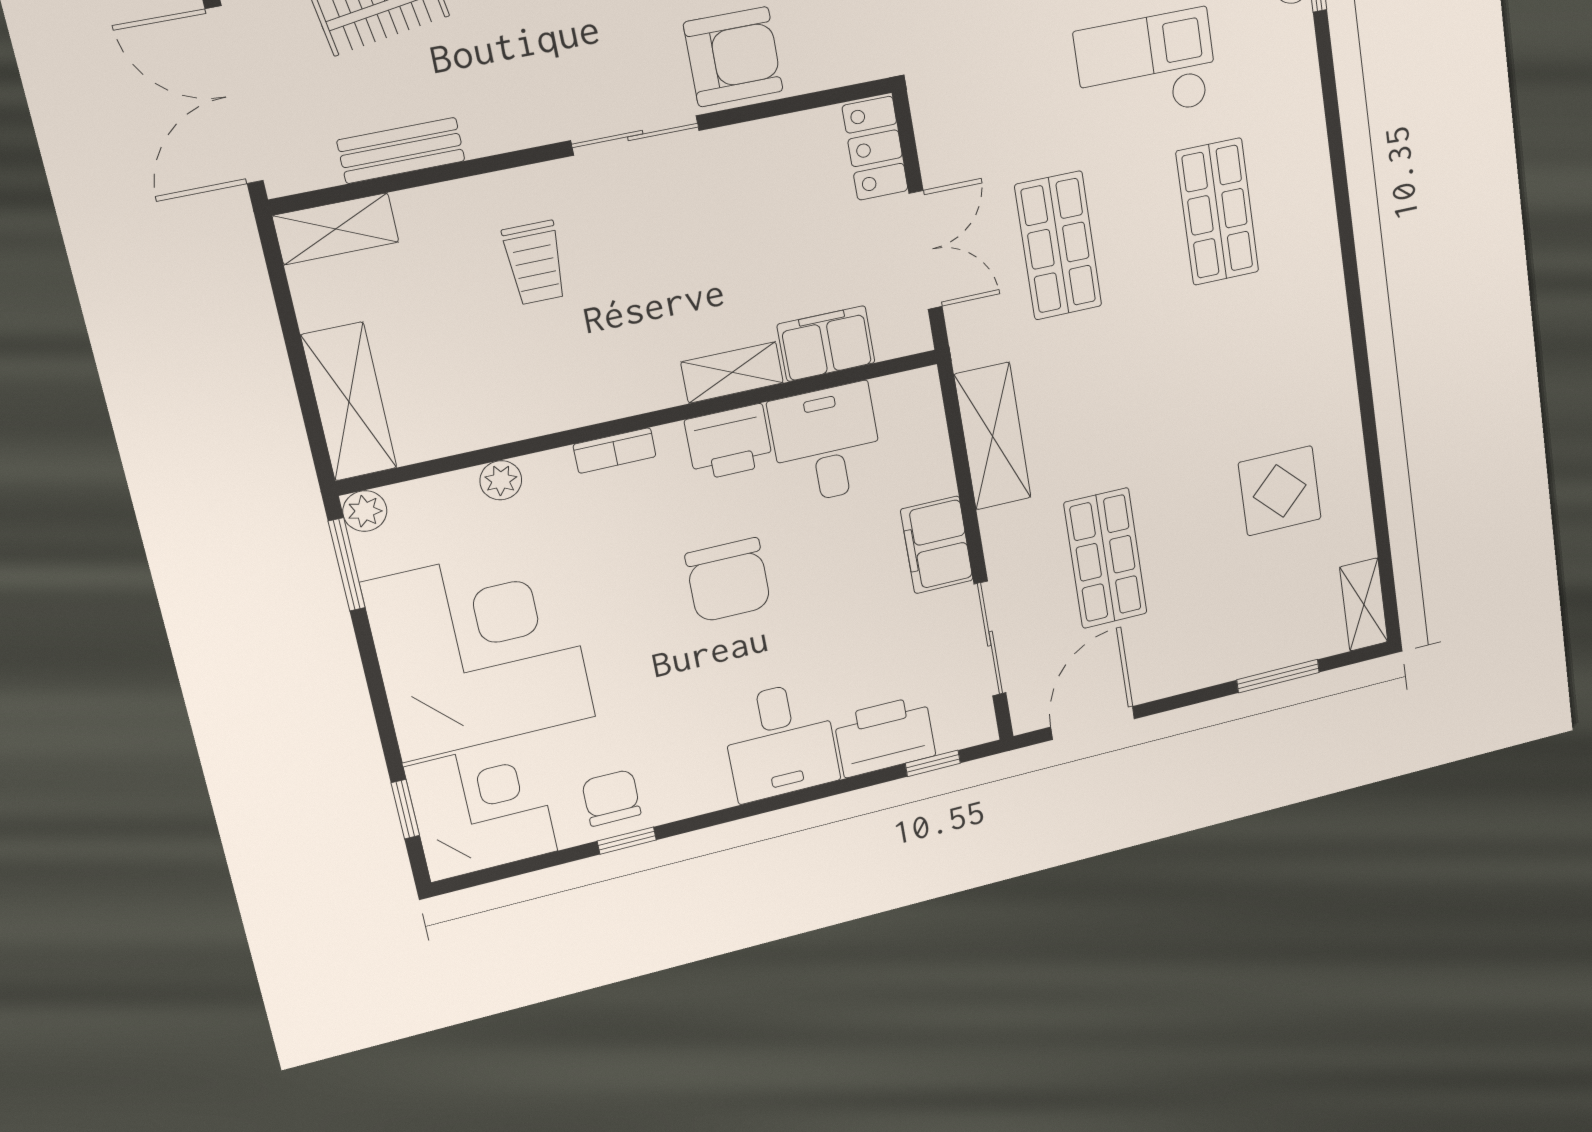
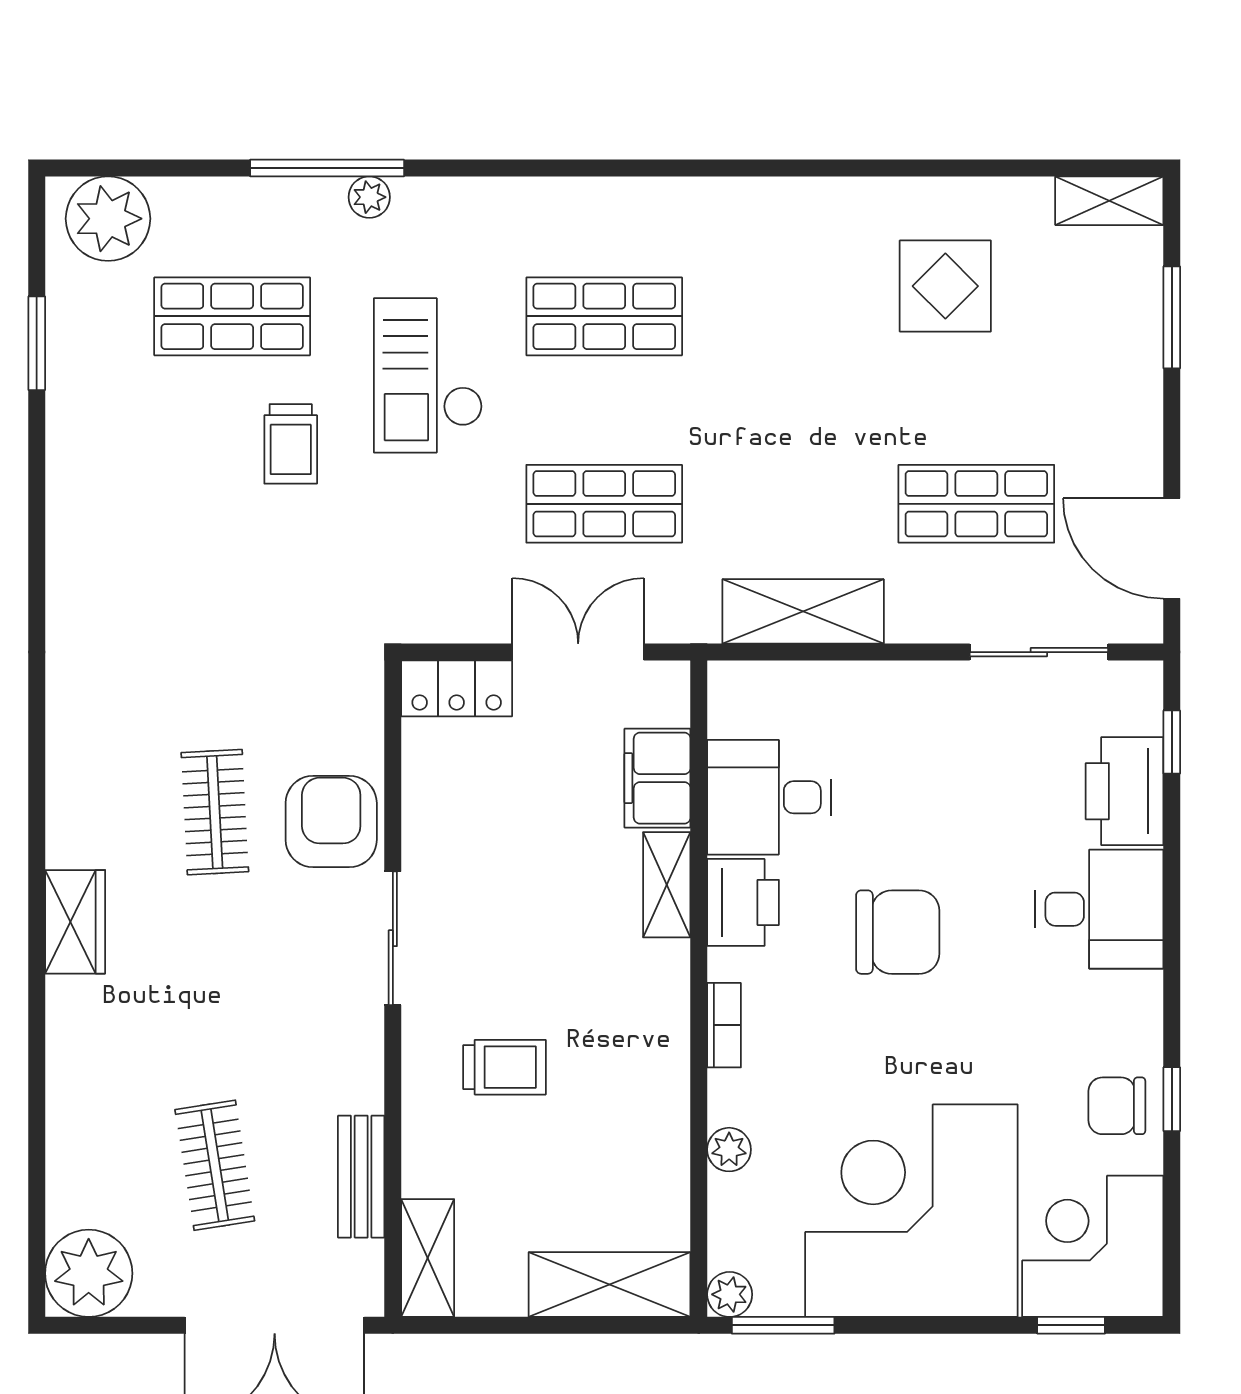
filing cabinet: (937, 545) -> (914, 695), removed

